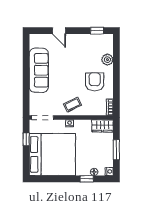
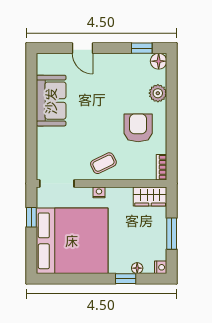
floor lamp: (108, 39) -> (159, 61), added
sofa: (39, 70) -> (51, 101), width x0.73

